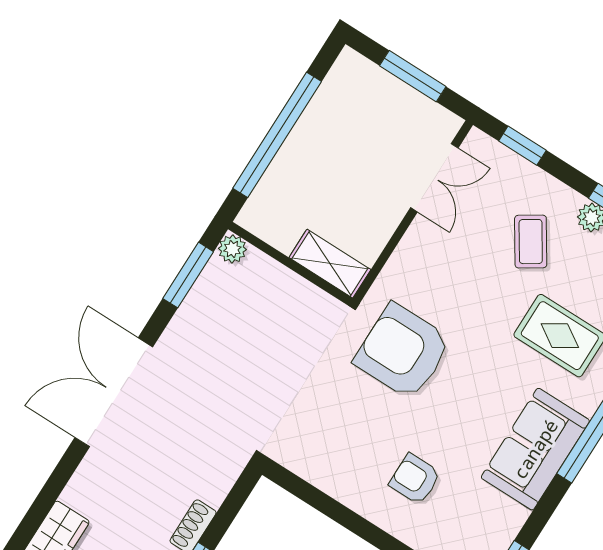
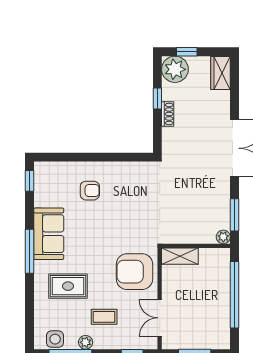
coffee table: (531, 242) -> (104, 317), turned -57
armchair: (403, 351) -> (134, 272), moved, turned 180

